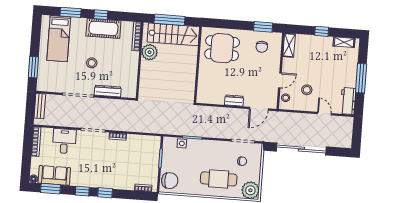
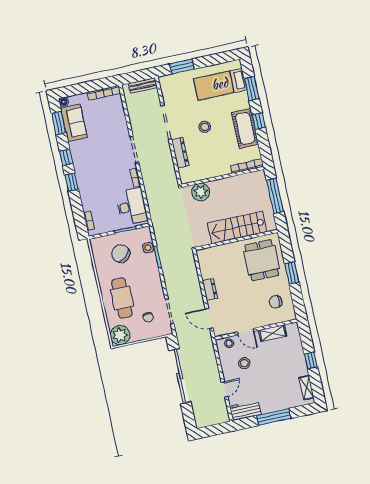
window: (263, 27) -> (292, 273), moved
stairs: (173, 34) -> (237, 227), moved, turned 90
shelving: (289, 45) -> (273, 333), moved
plant: (149, 52) -> (201, 192), moved
desk: (64, 141) -> (132, 207), moved, width x1.37
chair: (170, 181) -> (121, 254), moved, turned 139

